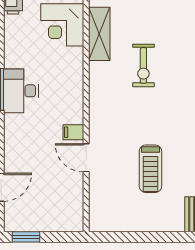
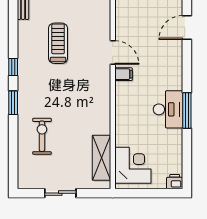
exercise bike: (143, 65) -> (42, 136), moved

